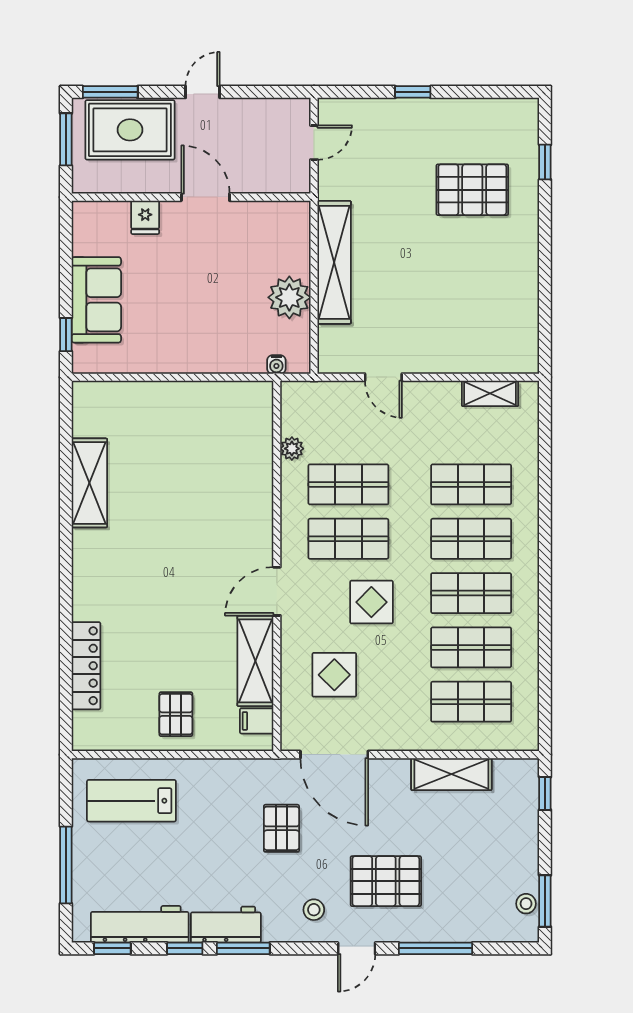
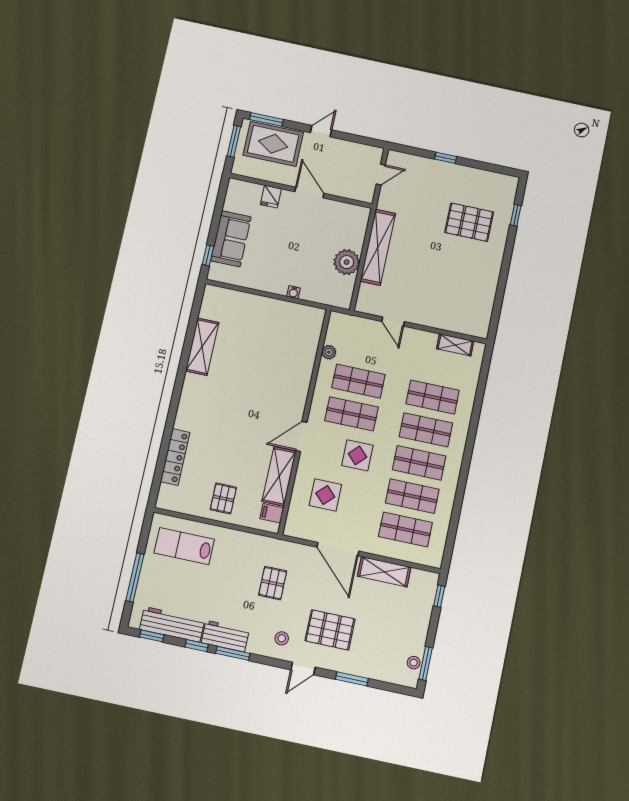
water cooler: (276, 364) -> (294, 292), moved
door: (334, 755) -> (338, 549), moved
window: (435, 948) -> (352, 679), width x0.69

